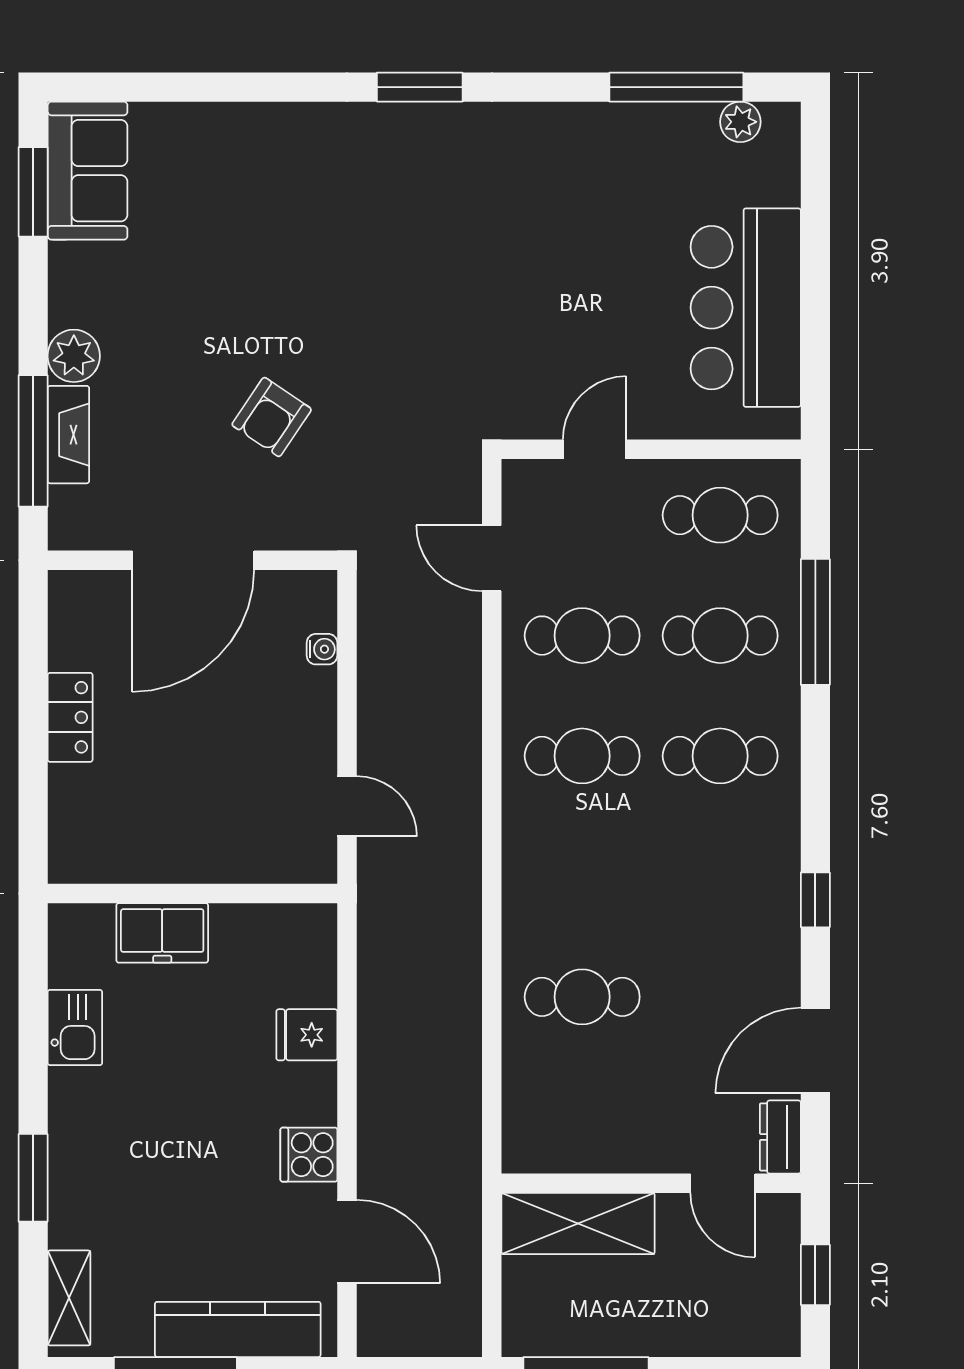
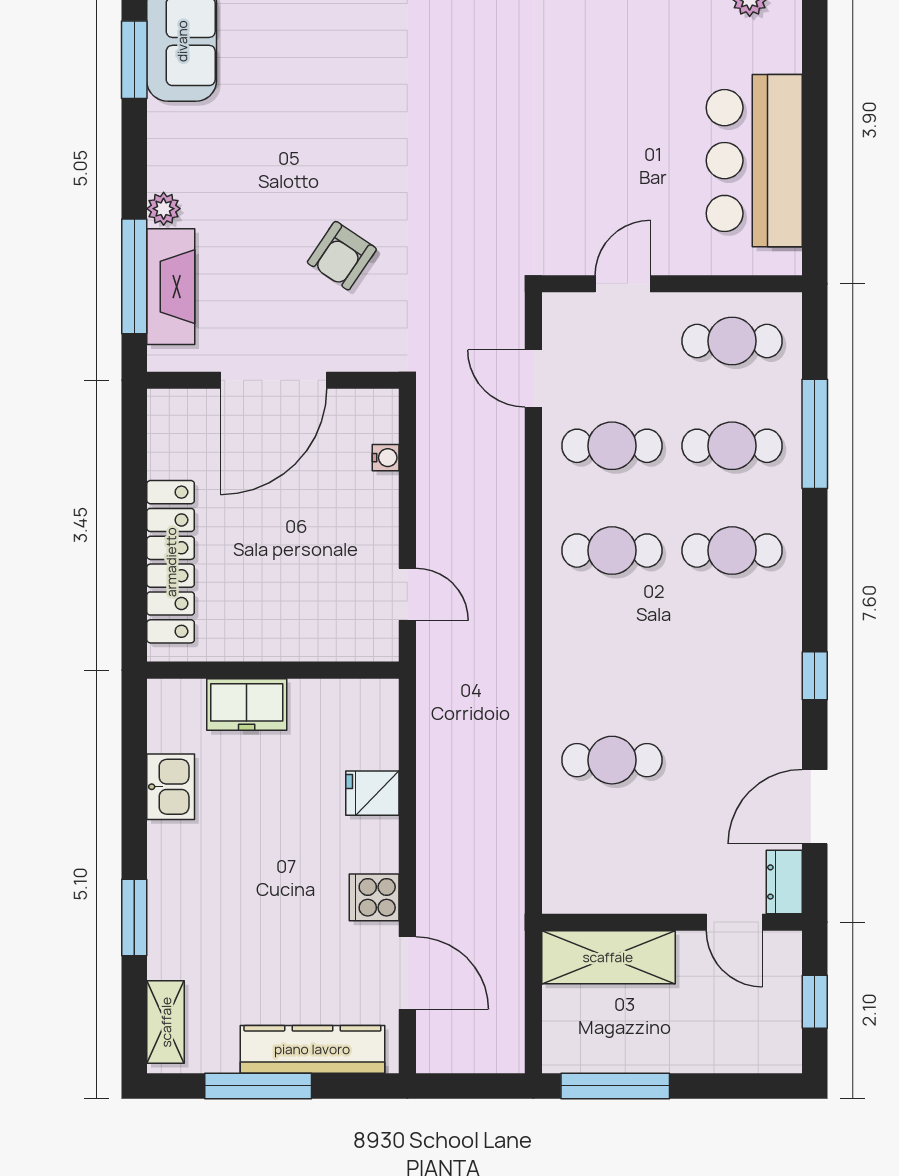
plant: (74, 356) -> (164, 209), width x0.73, depth x0.73
fireplace: (68, 435) -> (171, 287), width x1.37, depth x1.32
locker: (70, 717) -> (171, 562), width x2.16, depth x1.21

